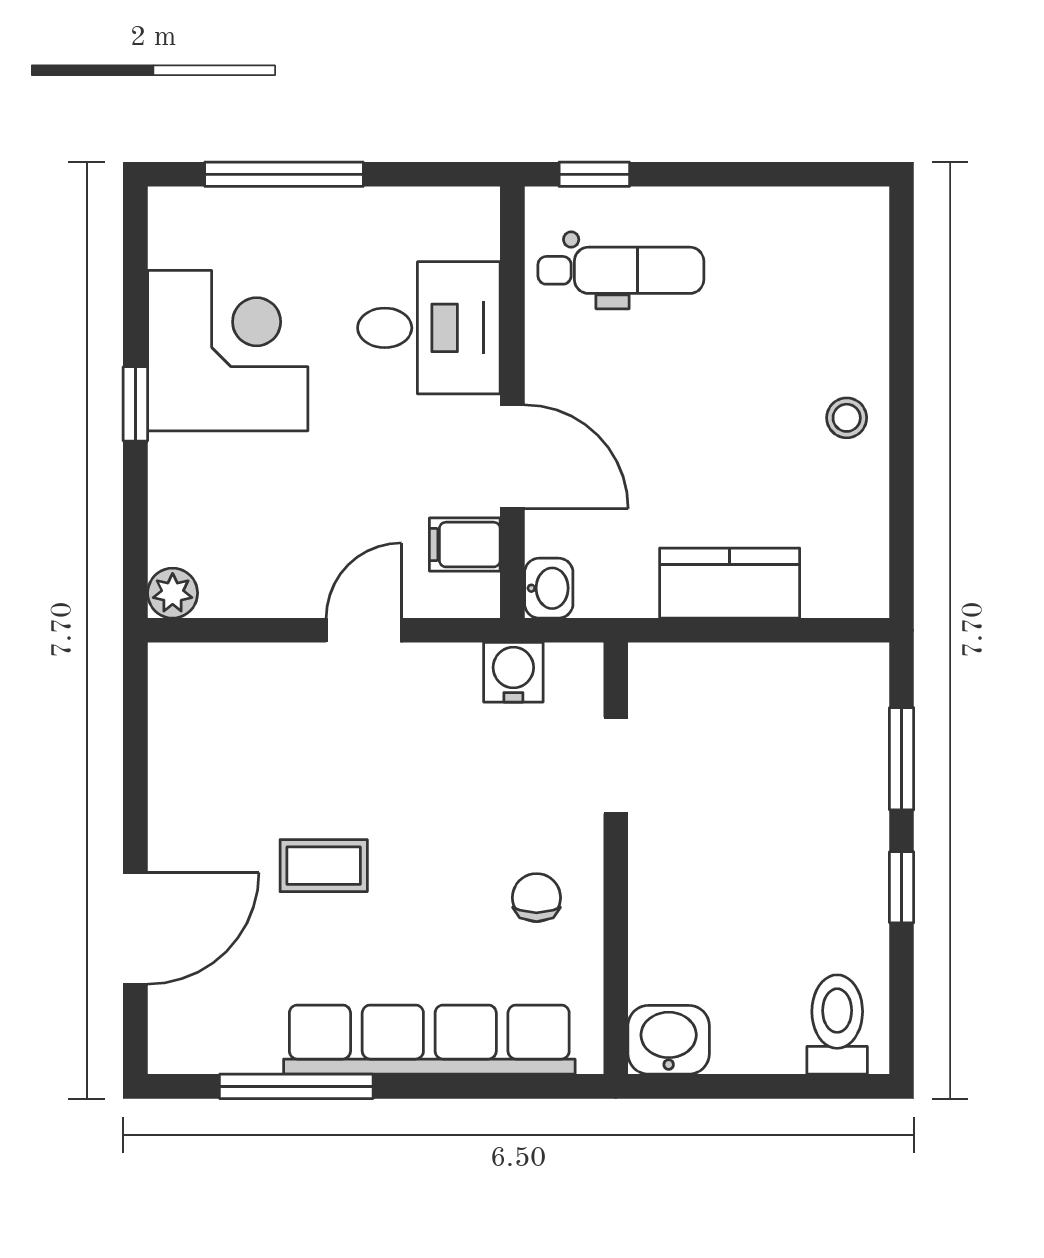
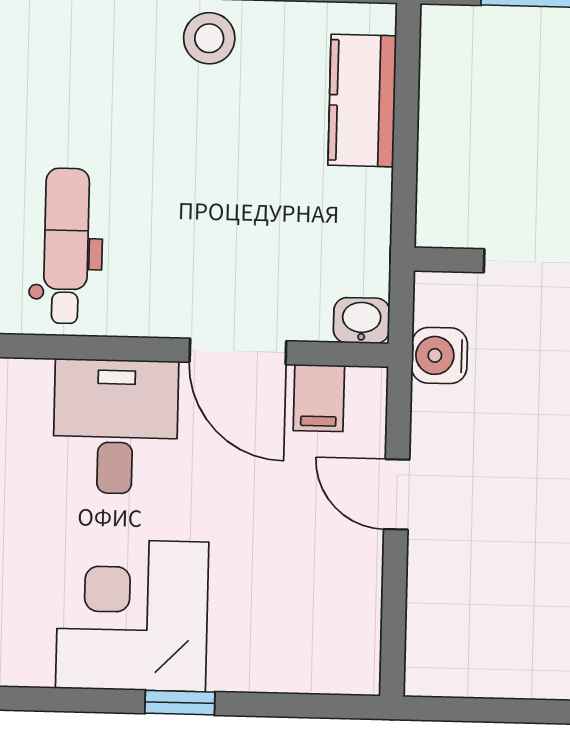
stool: (847, 418) -> (209, 38), width x1.37, depth x1.37
door: (512, 457) -> (238, 352), swing flipped
kitchen counter: (730, 583) -> (362, 101), moved
plant: (173, 593) -> (358, 672), removed

